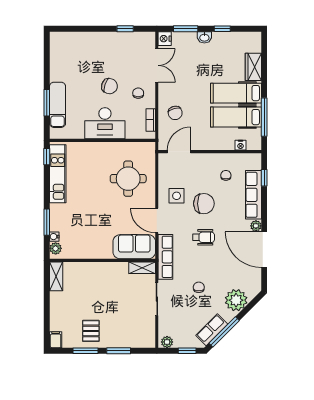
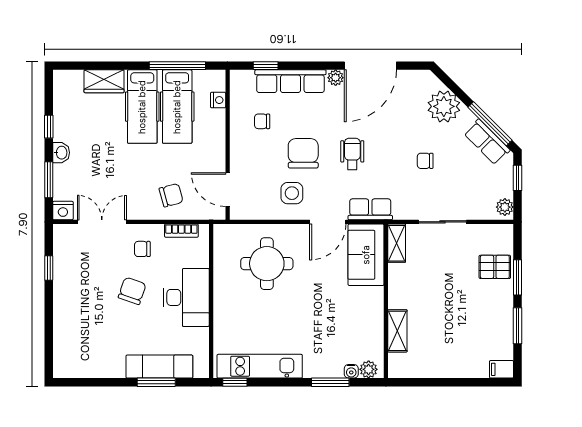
row of seats: (165, 257) -> (370, 209), width x0.68
shelving: (56, 276) -> (397, 331), moved, turned 90
pallet: (91, 331) -> (495, 267), moved

